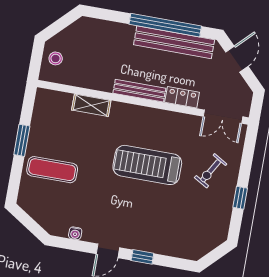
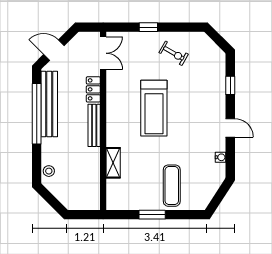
stool: (56, 58) -> (49, 171), moved
exercise bike: (211, 171) -> (174, 53), moved
window: (240, 198) -> (148, 27), moved
window: (142, 257) -> (230, 85), moved

